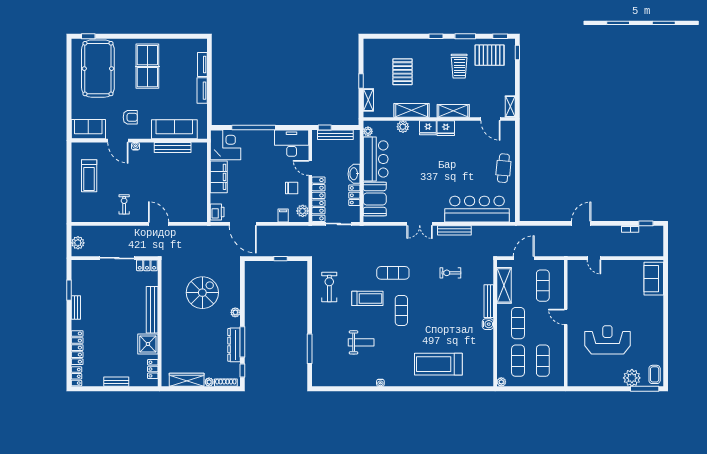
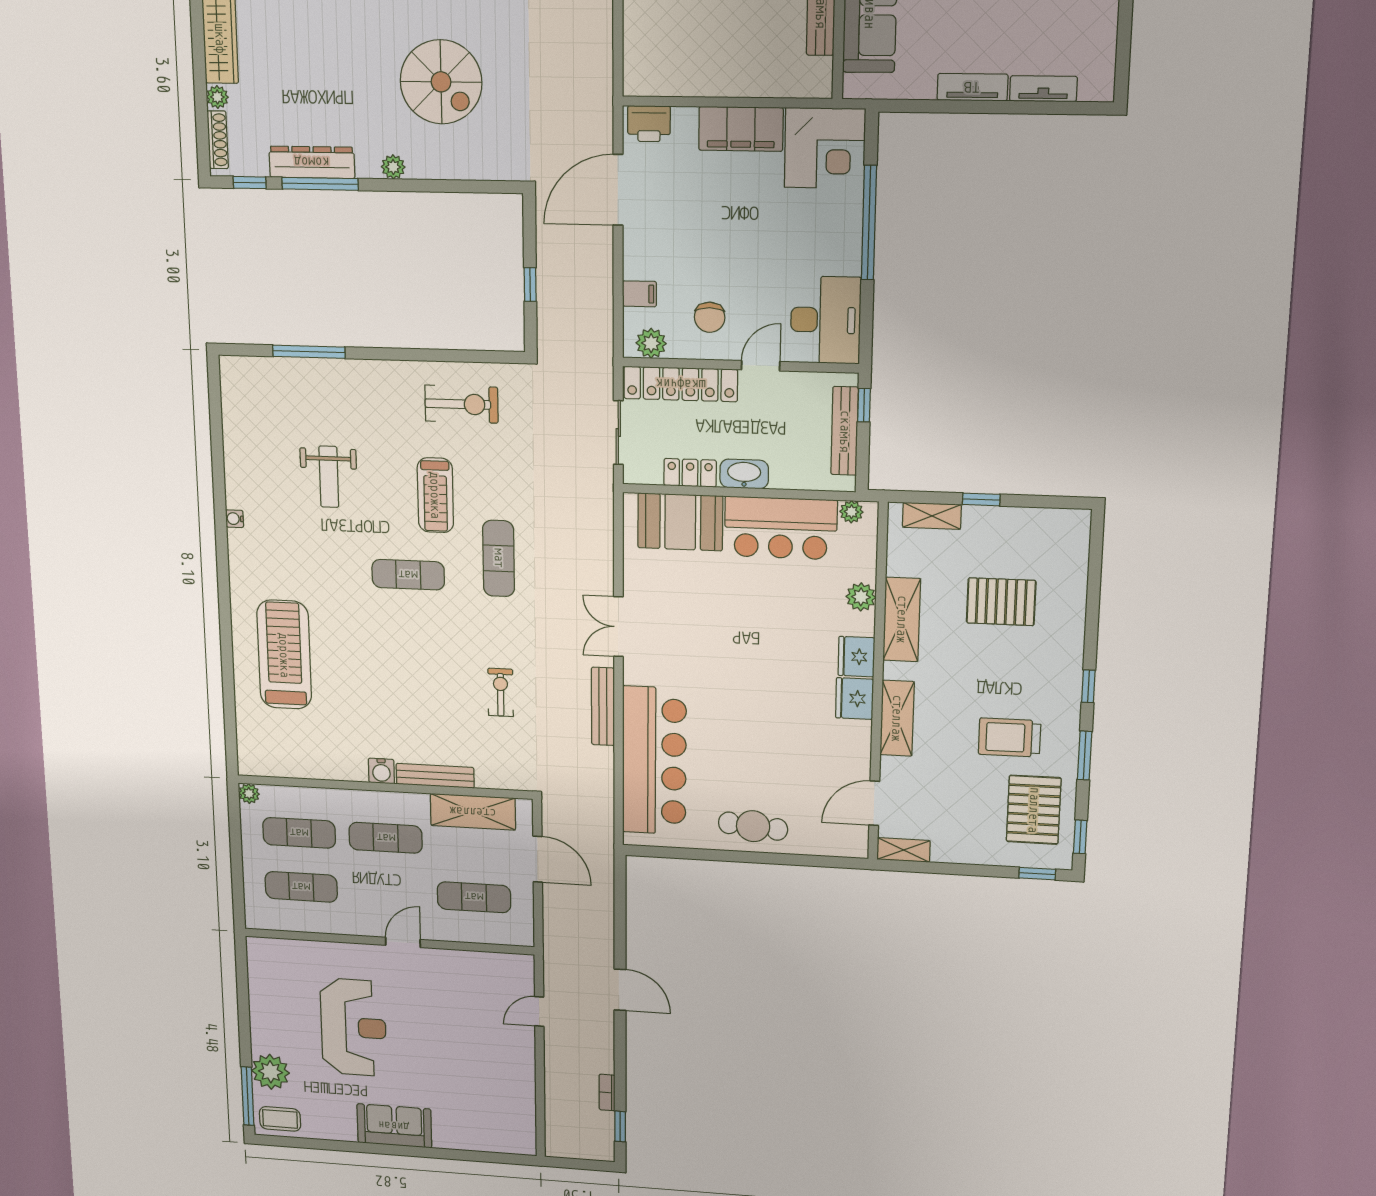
sofa: (654, 279) -> (394, 1126), moved

